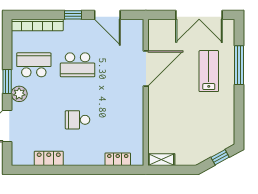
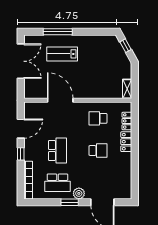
school desk: (34, 65) -> (57, 183), turned -90
school desk: (78, 120) -> (98, 151), turned -90
school desk: (121, 120) -> (98, 118), added
locker: (49, 158) -> (126, 142), moved

